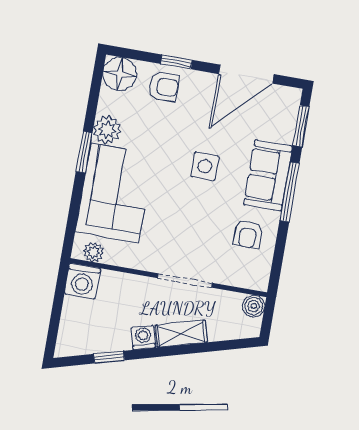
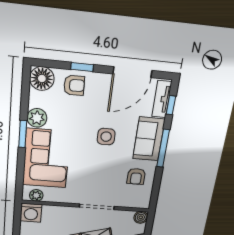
tv unit: (288, 116) -> (162, 99), added
window: (301, 126) -> (171, 105), width x0.67

